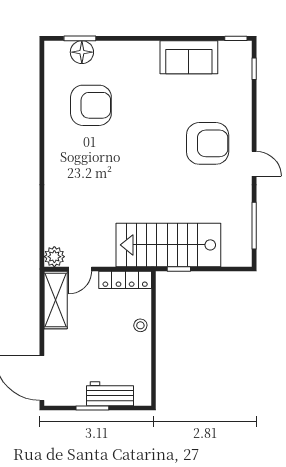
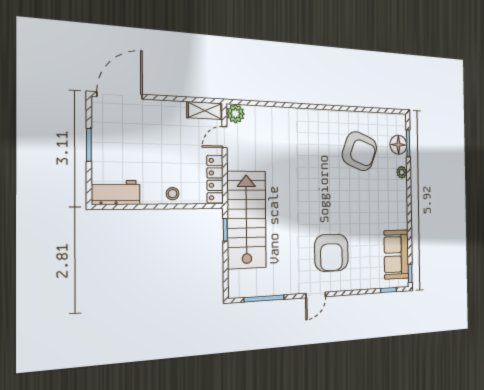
plant: (115, 48) -> (402, 172), added
sofa: (189, 57) -> (396, 254), moved
armchair: (91, 105) -> (360, 151), turned -69
door: (80, 269) -> (225, 137), hinge flipped
shelving: (56, 300) -> (205, 111), width x0.67, depth x0.75
workbench: (110, 394) -> (116, 192), moved, turned -90

